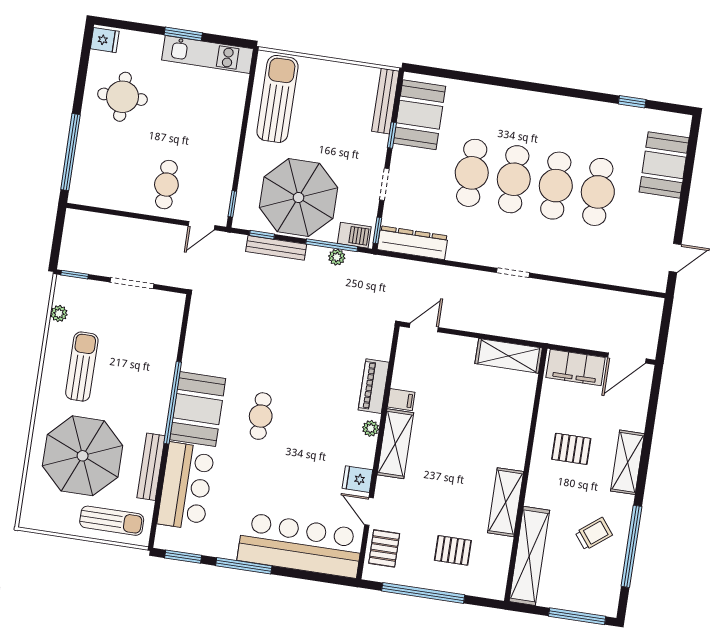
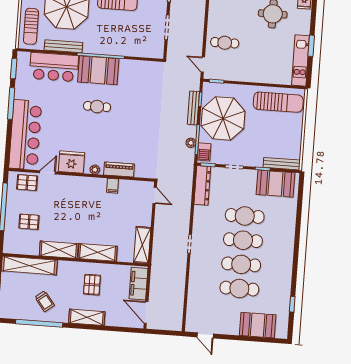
shelving: (395, 444) -> (98, 252), moved
fridge: (357, 479) -> (71, 162), width x1.88, depth x1.34
pallet: (453, 550) -> (29, 222), turned 90

